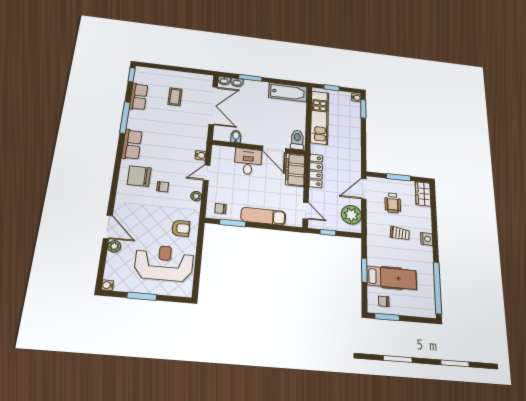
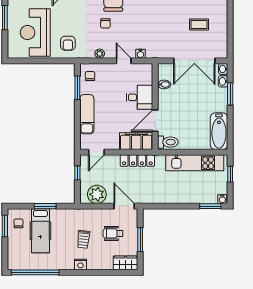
reception desk: (164, 263) -> (35, 33), turned 180

